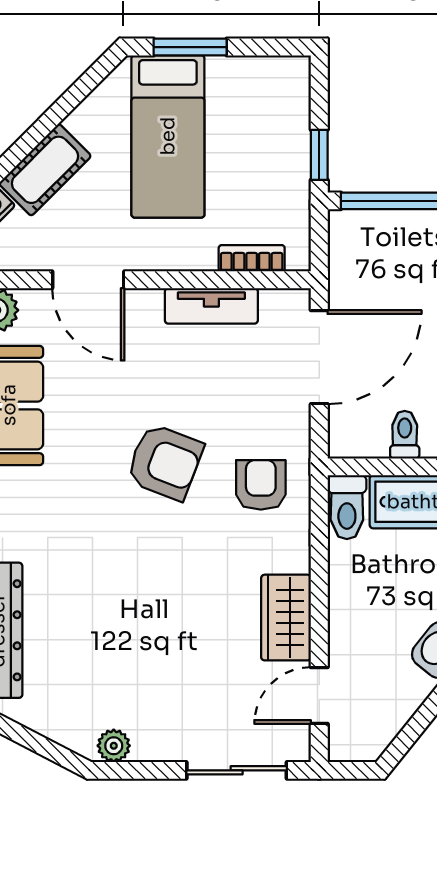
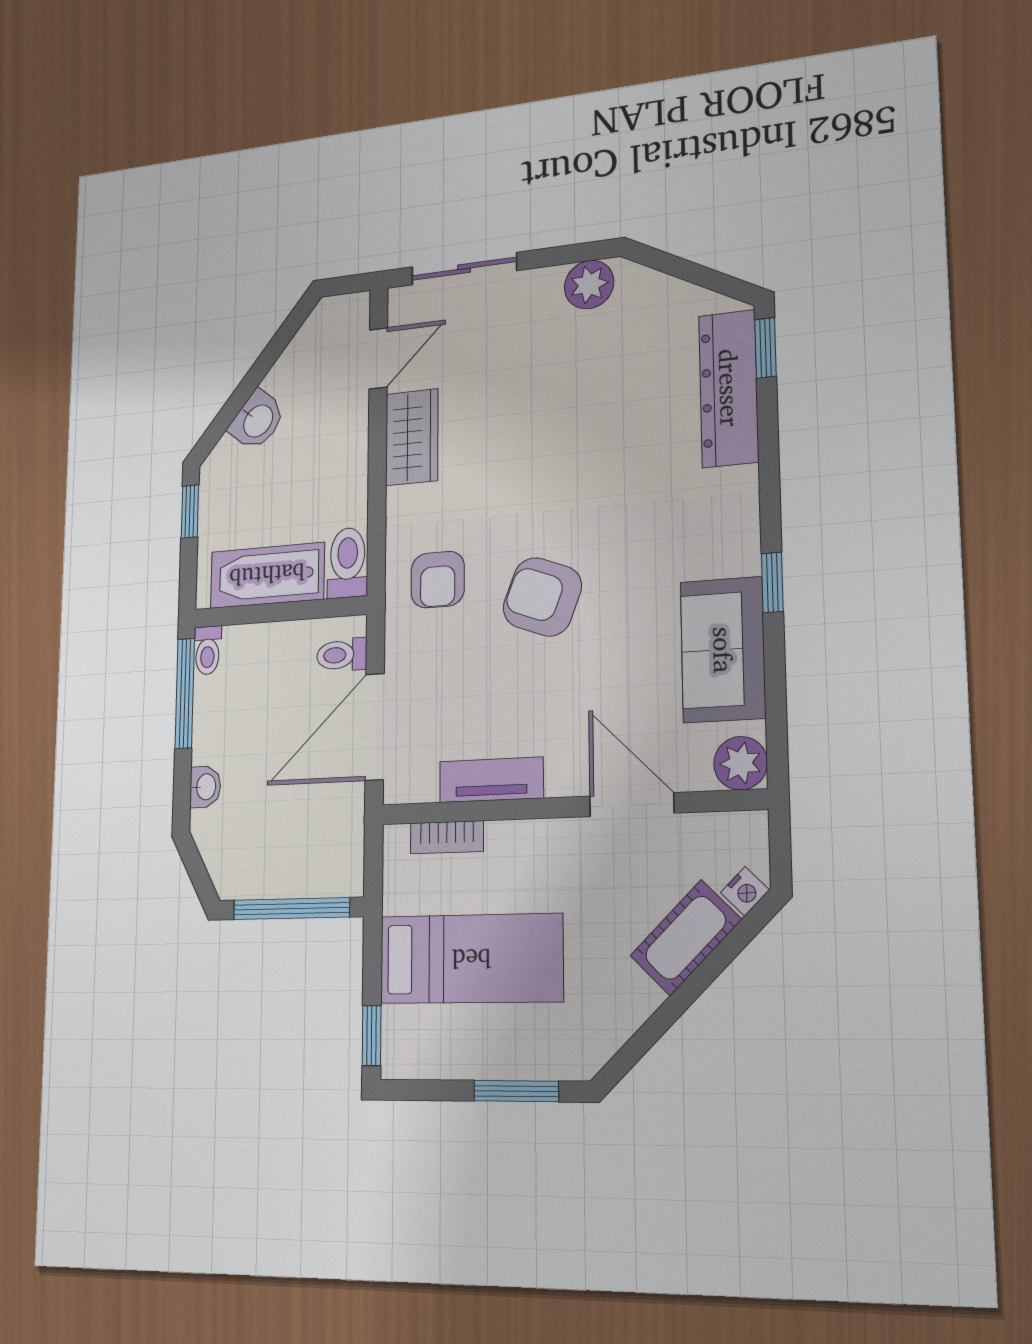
bed: (168, 136) -> (471, 959), moved, turned 90
window: (319, 155) -> (372, 1036), moved
toilet: (405, 435) -> (342, 655), moved, turned 90
plant: (114, 746) -> (589, 285), width x1.38, depth x1.38

